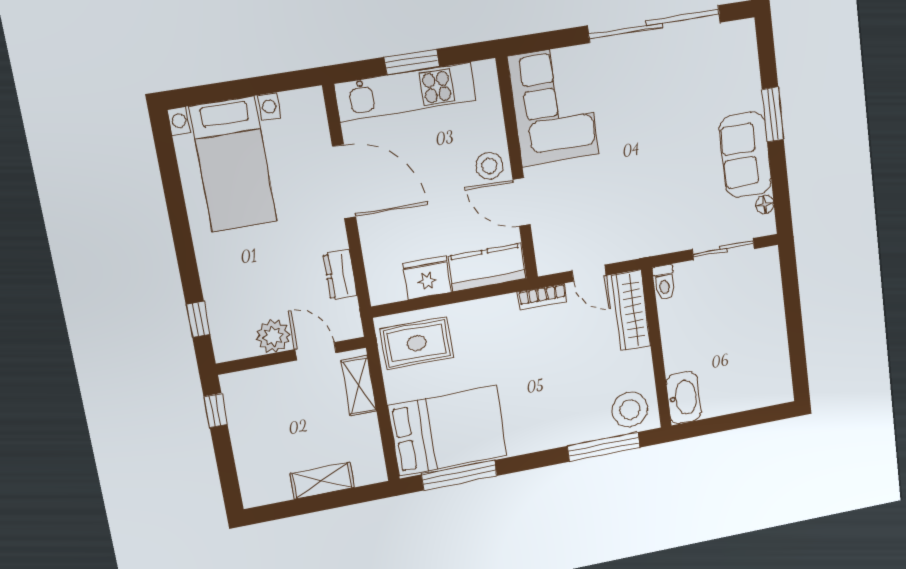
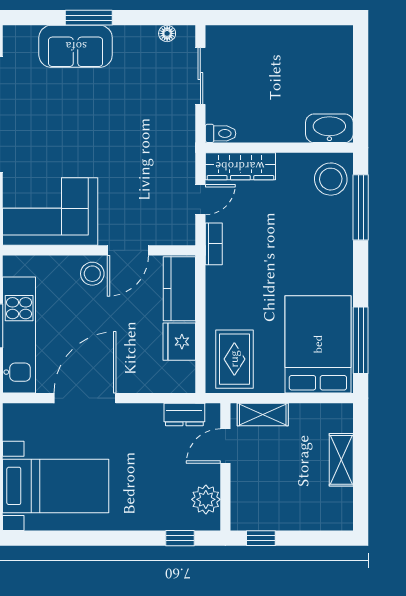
sofa: (746, 155) -> (76, 46), moved
dresser: (340, 275) -> (184, 414), moved
plant: (273, 336) -> (206, 499), moved

